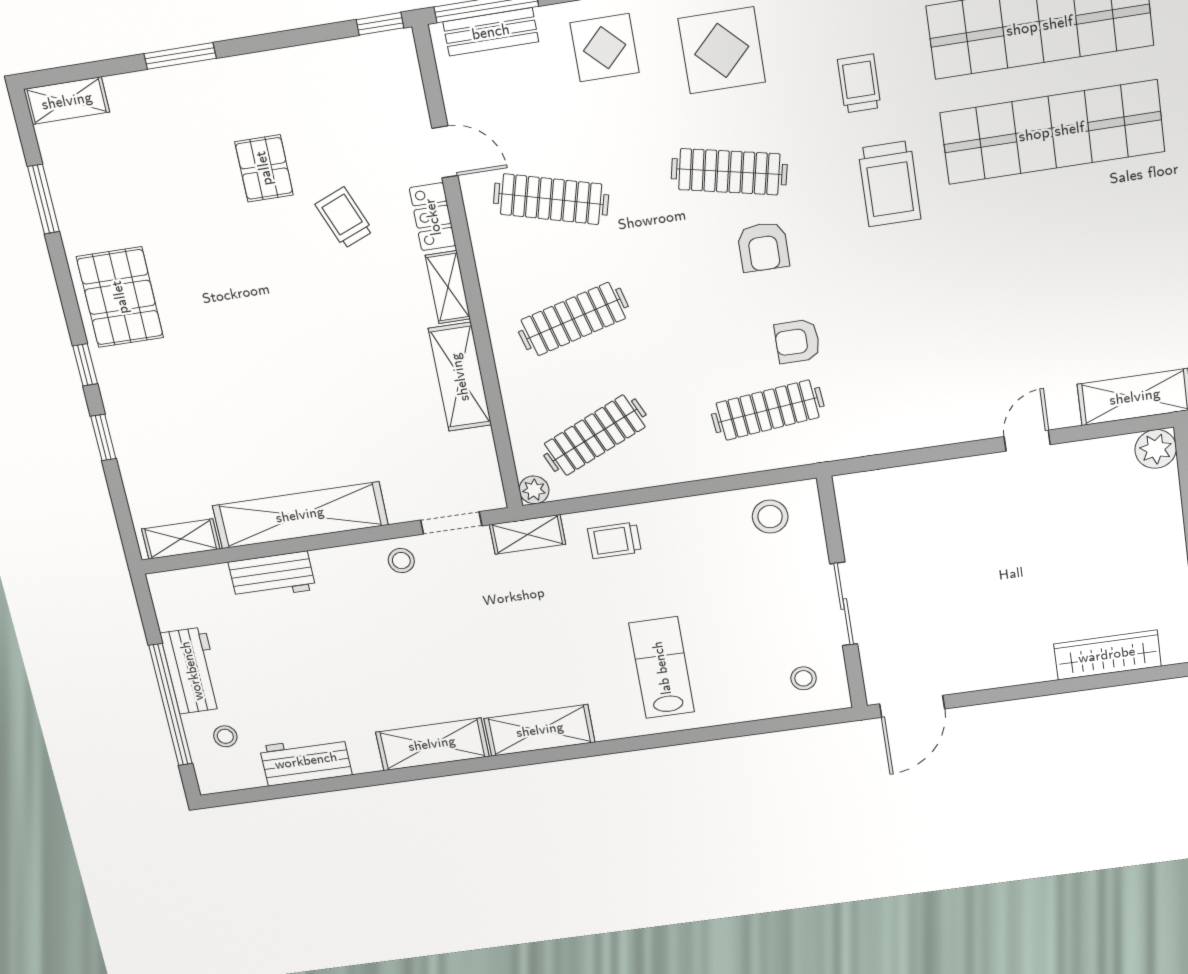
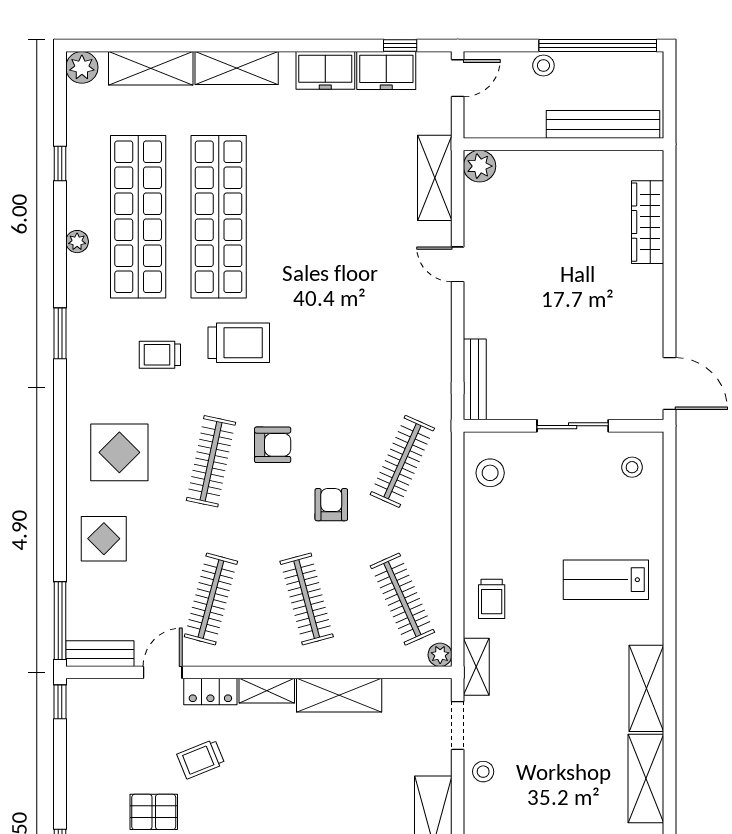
bench: (491, 32) -> (100, 654), moved, turned 90
armchair: (797, 341) -> (331, 505), moved, turned 180
clothes rail: (768, 410) -> (402, 461), turned 30
bench: (884, 482) -> (475, 379), added

